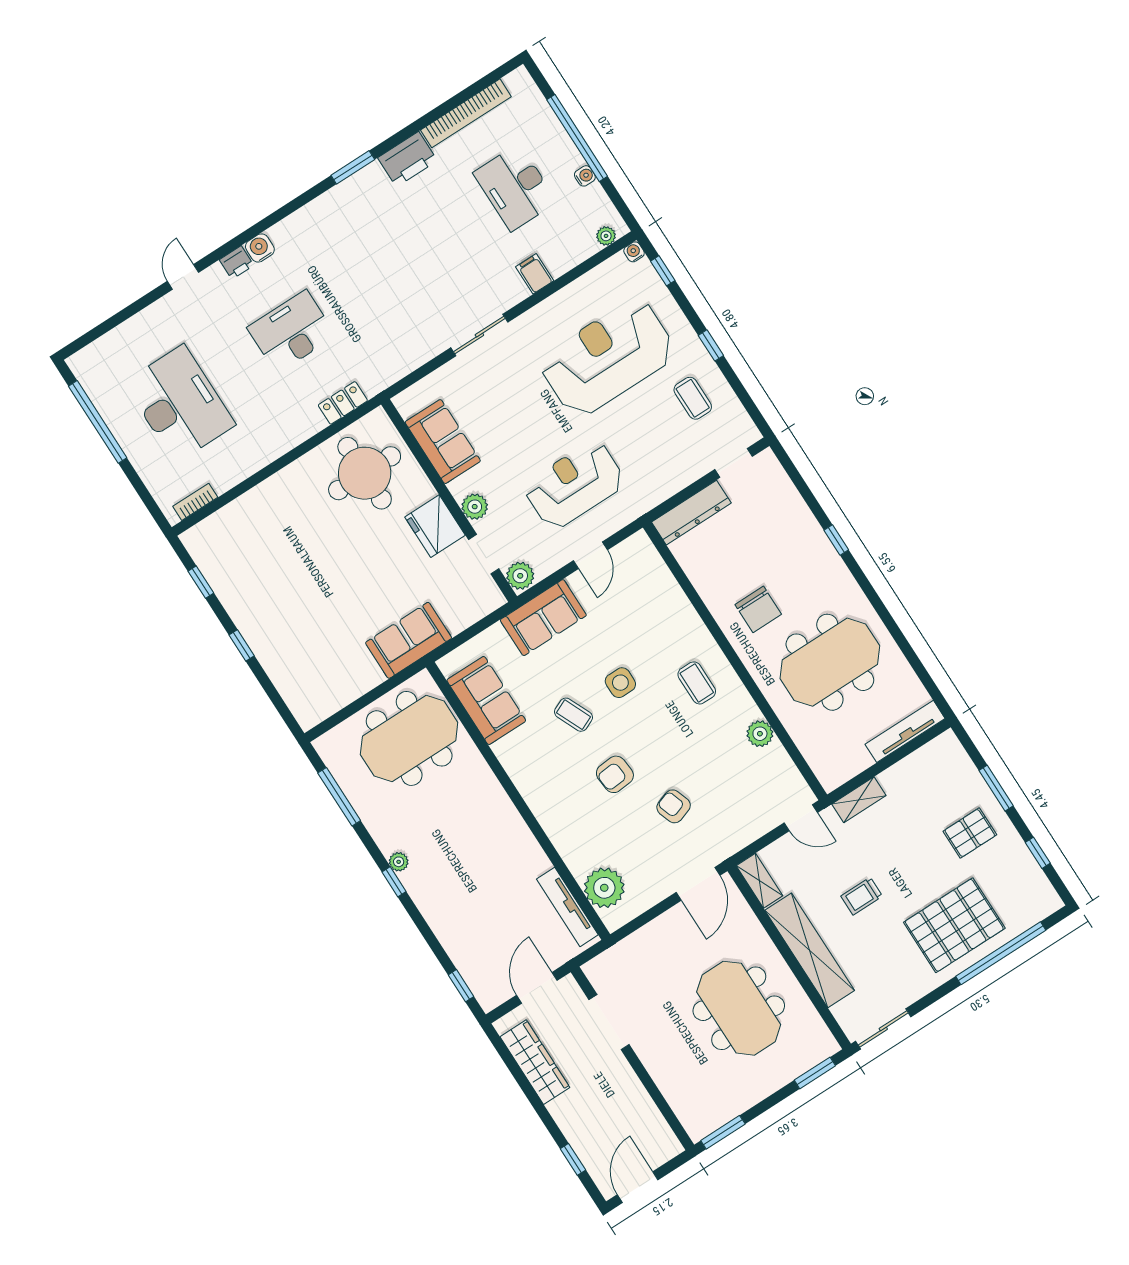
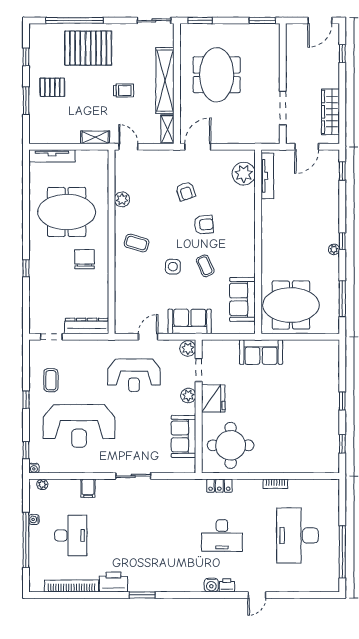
bookcase: (195, 502) -> (275, 484), moved
coffee table: (697, 683) -> (137, 243), turned -74

